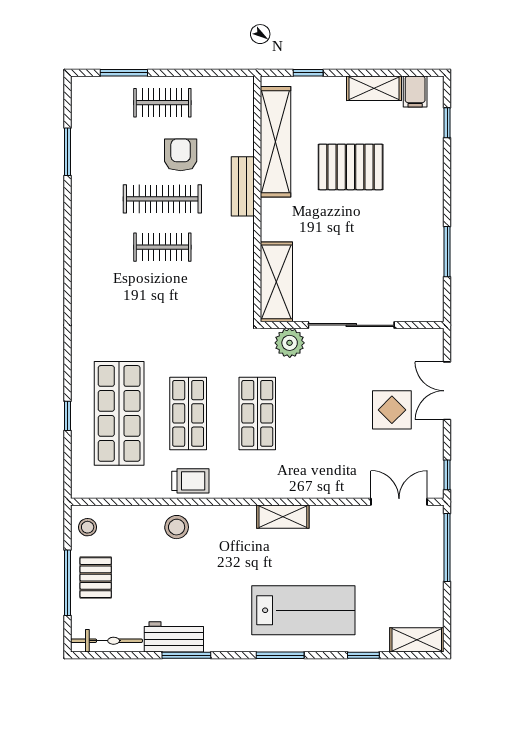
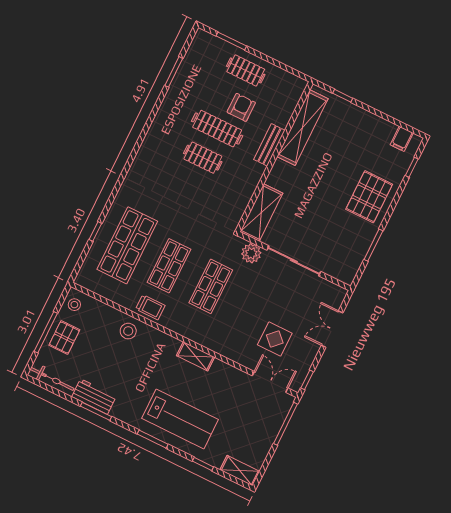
shelving: (374, 88) -> (378, 125), removed
pallet: (351, 167) -> (369, 197), moved, turned 90
display table: (392, 410) -> (275, 339), moved

